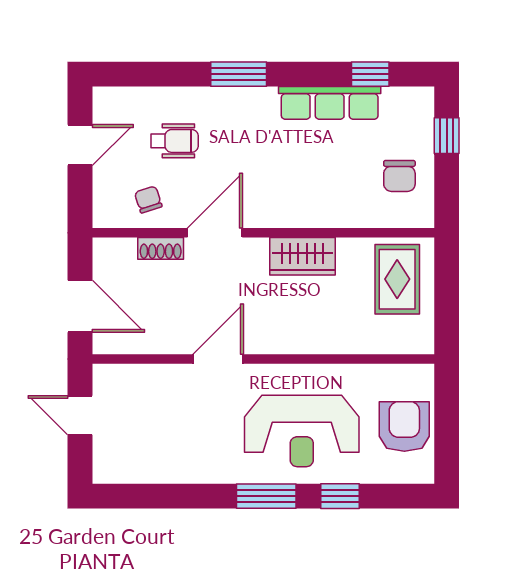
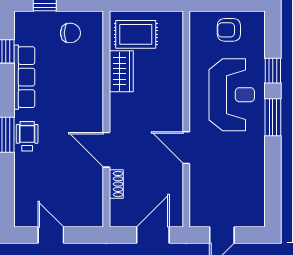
wheelchair: (175, 141) -> (27, 136), moved
chair: (148, 200) -> (85, 192), removed
wardrobe: (303, 256) -> (121, 71), moved
armchair: (404, 426) -> (229, 30), width x0.72, depth x0.72

